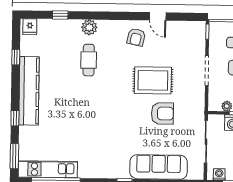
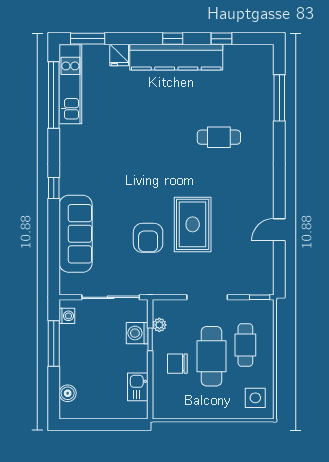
window: (60, 15) -> (279, 98), width x2.17
fridge: (30, 27) -> (119, 55), moved, turned -90
plant: (89, 27) -> (263, 137), removed
armchair: (136, 37) -> (251, 201), removed
window: (15, 118) -> (173, 39), moved

